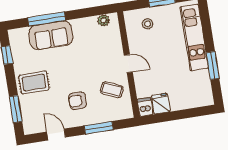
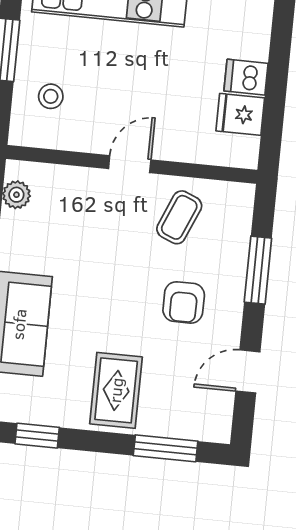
dishwasher: (145, 107) -> (246, 77), moved

